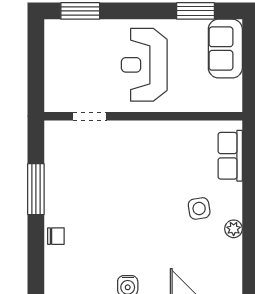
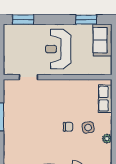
chair: (56, 236) -> (68, 127), moved

